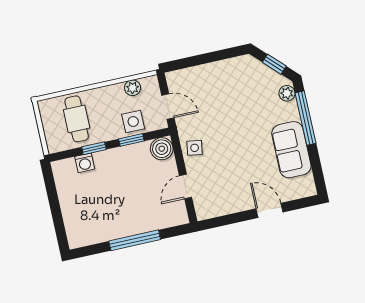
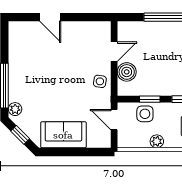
plant: (133, 88) -> (157, 141), moved
boiler: (162, 149) -> (127, 72), moved
sofa: (291, 150) -> (63, 135), moved, turned -90

